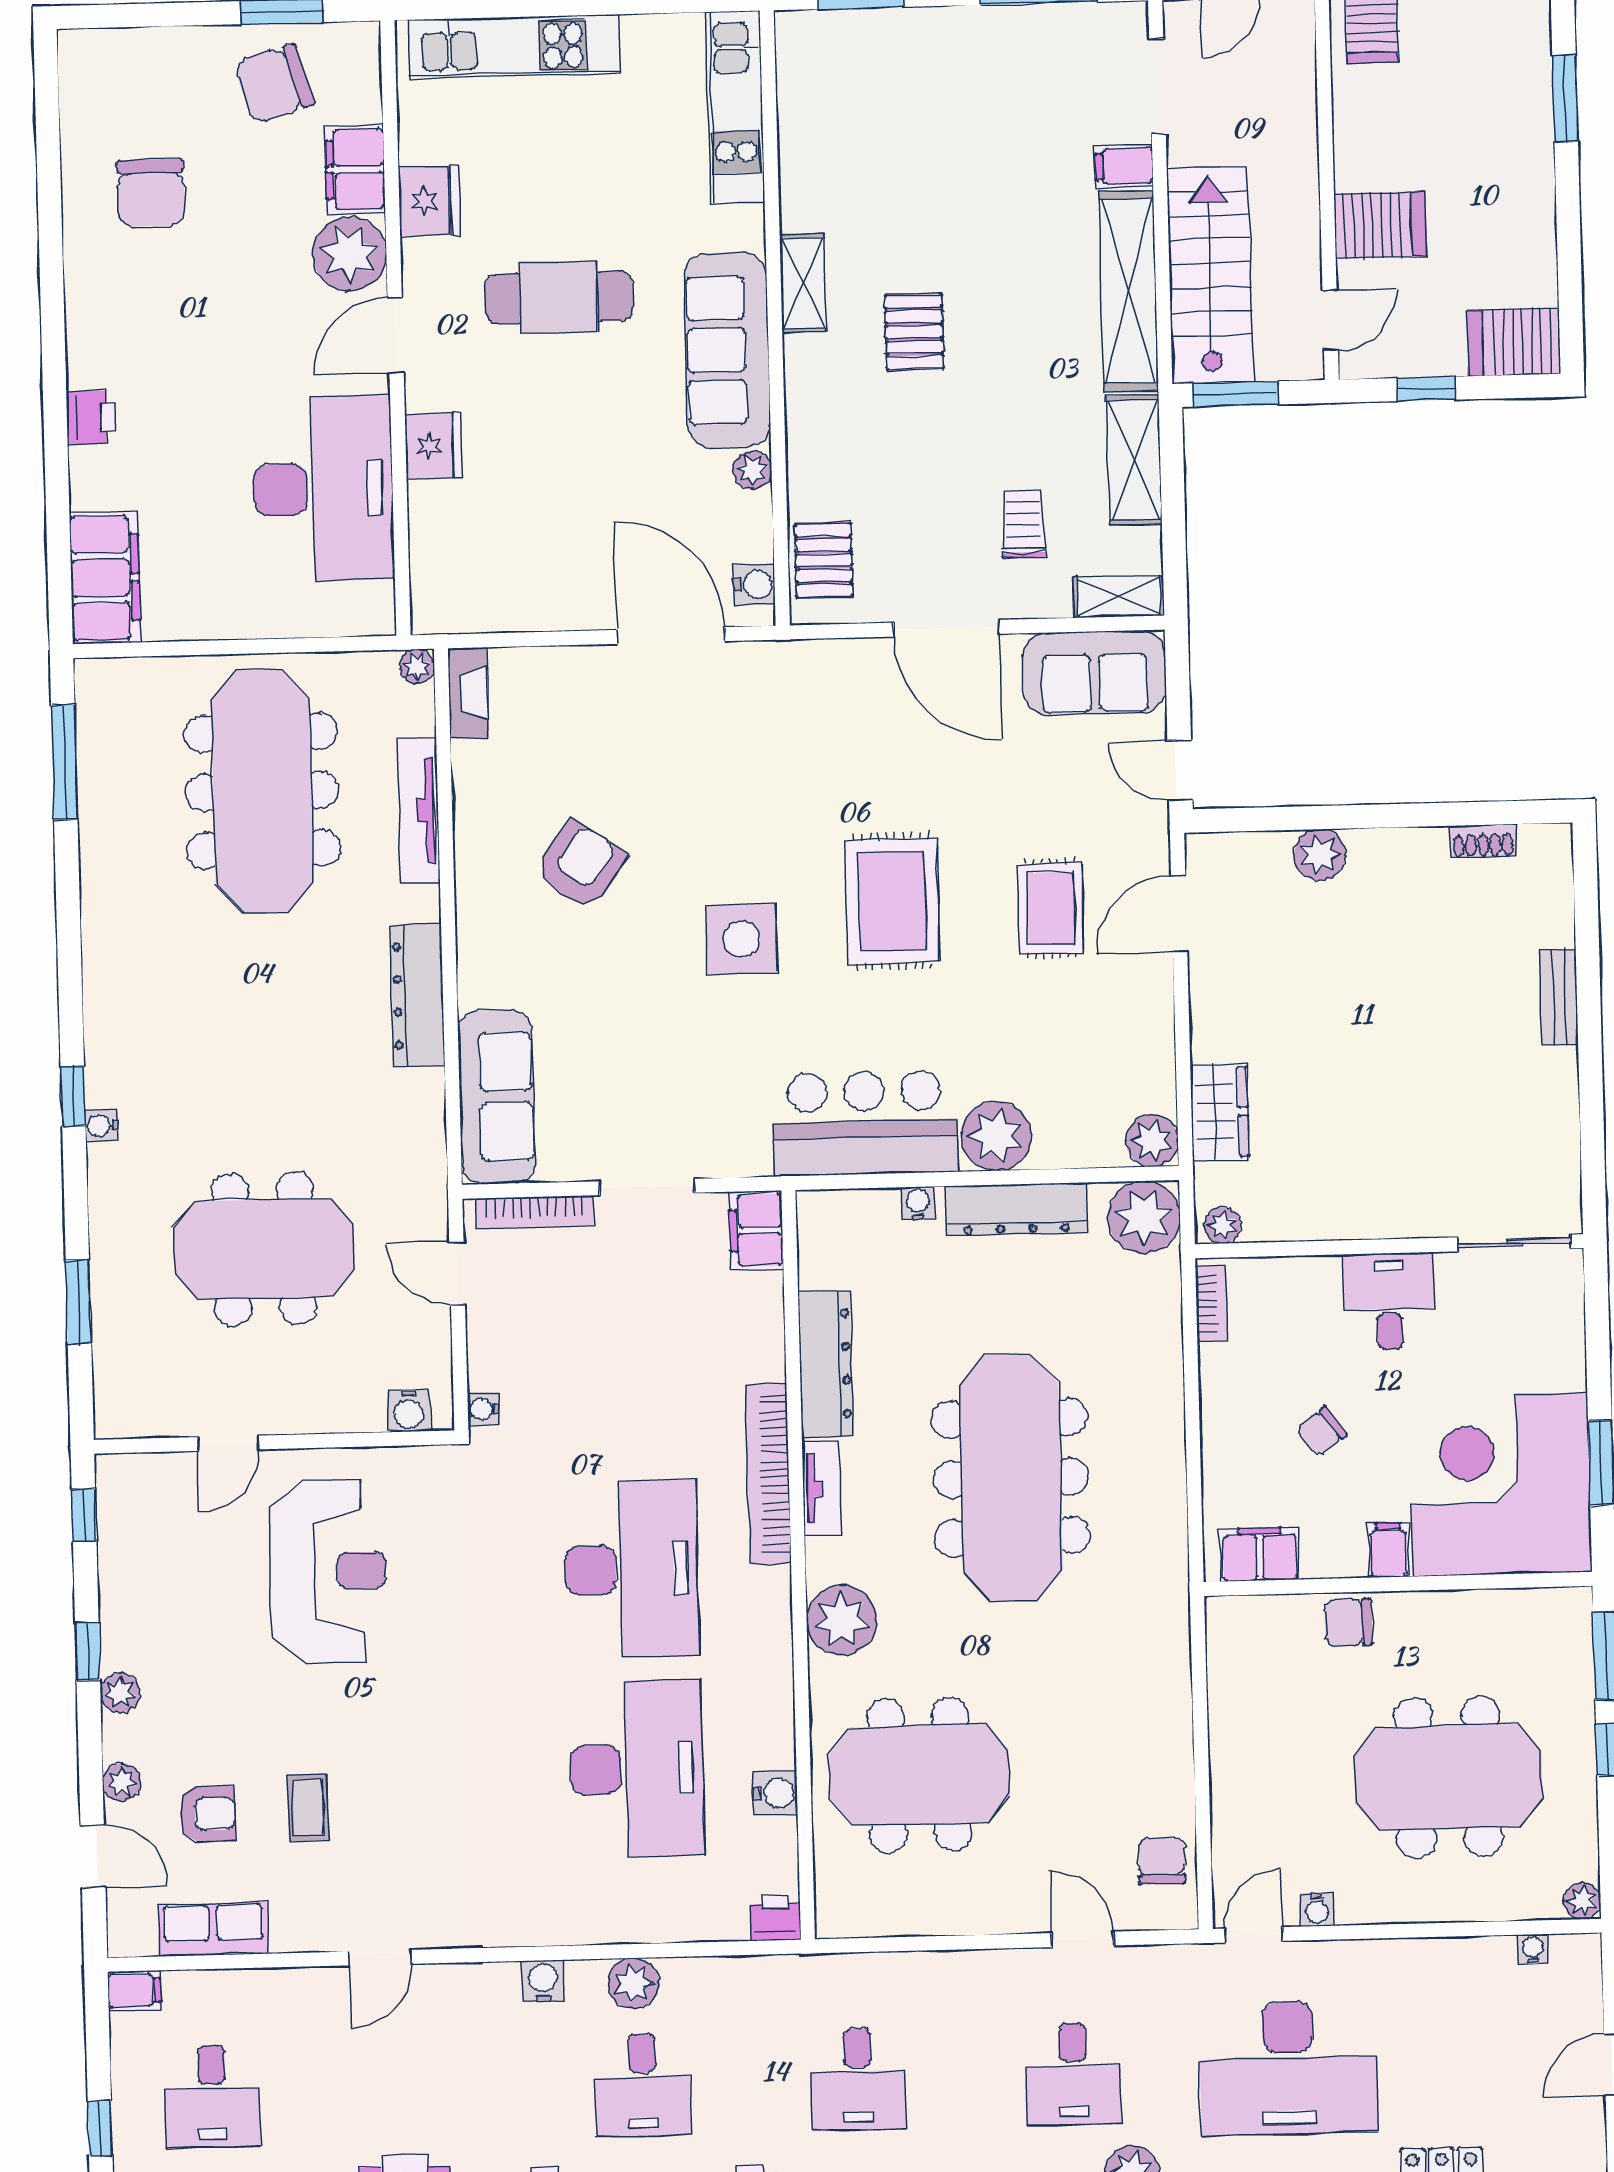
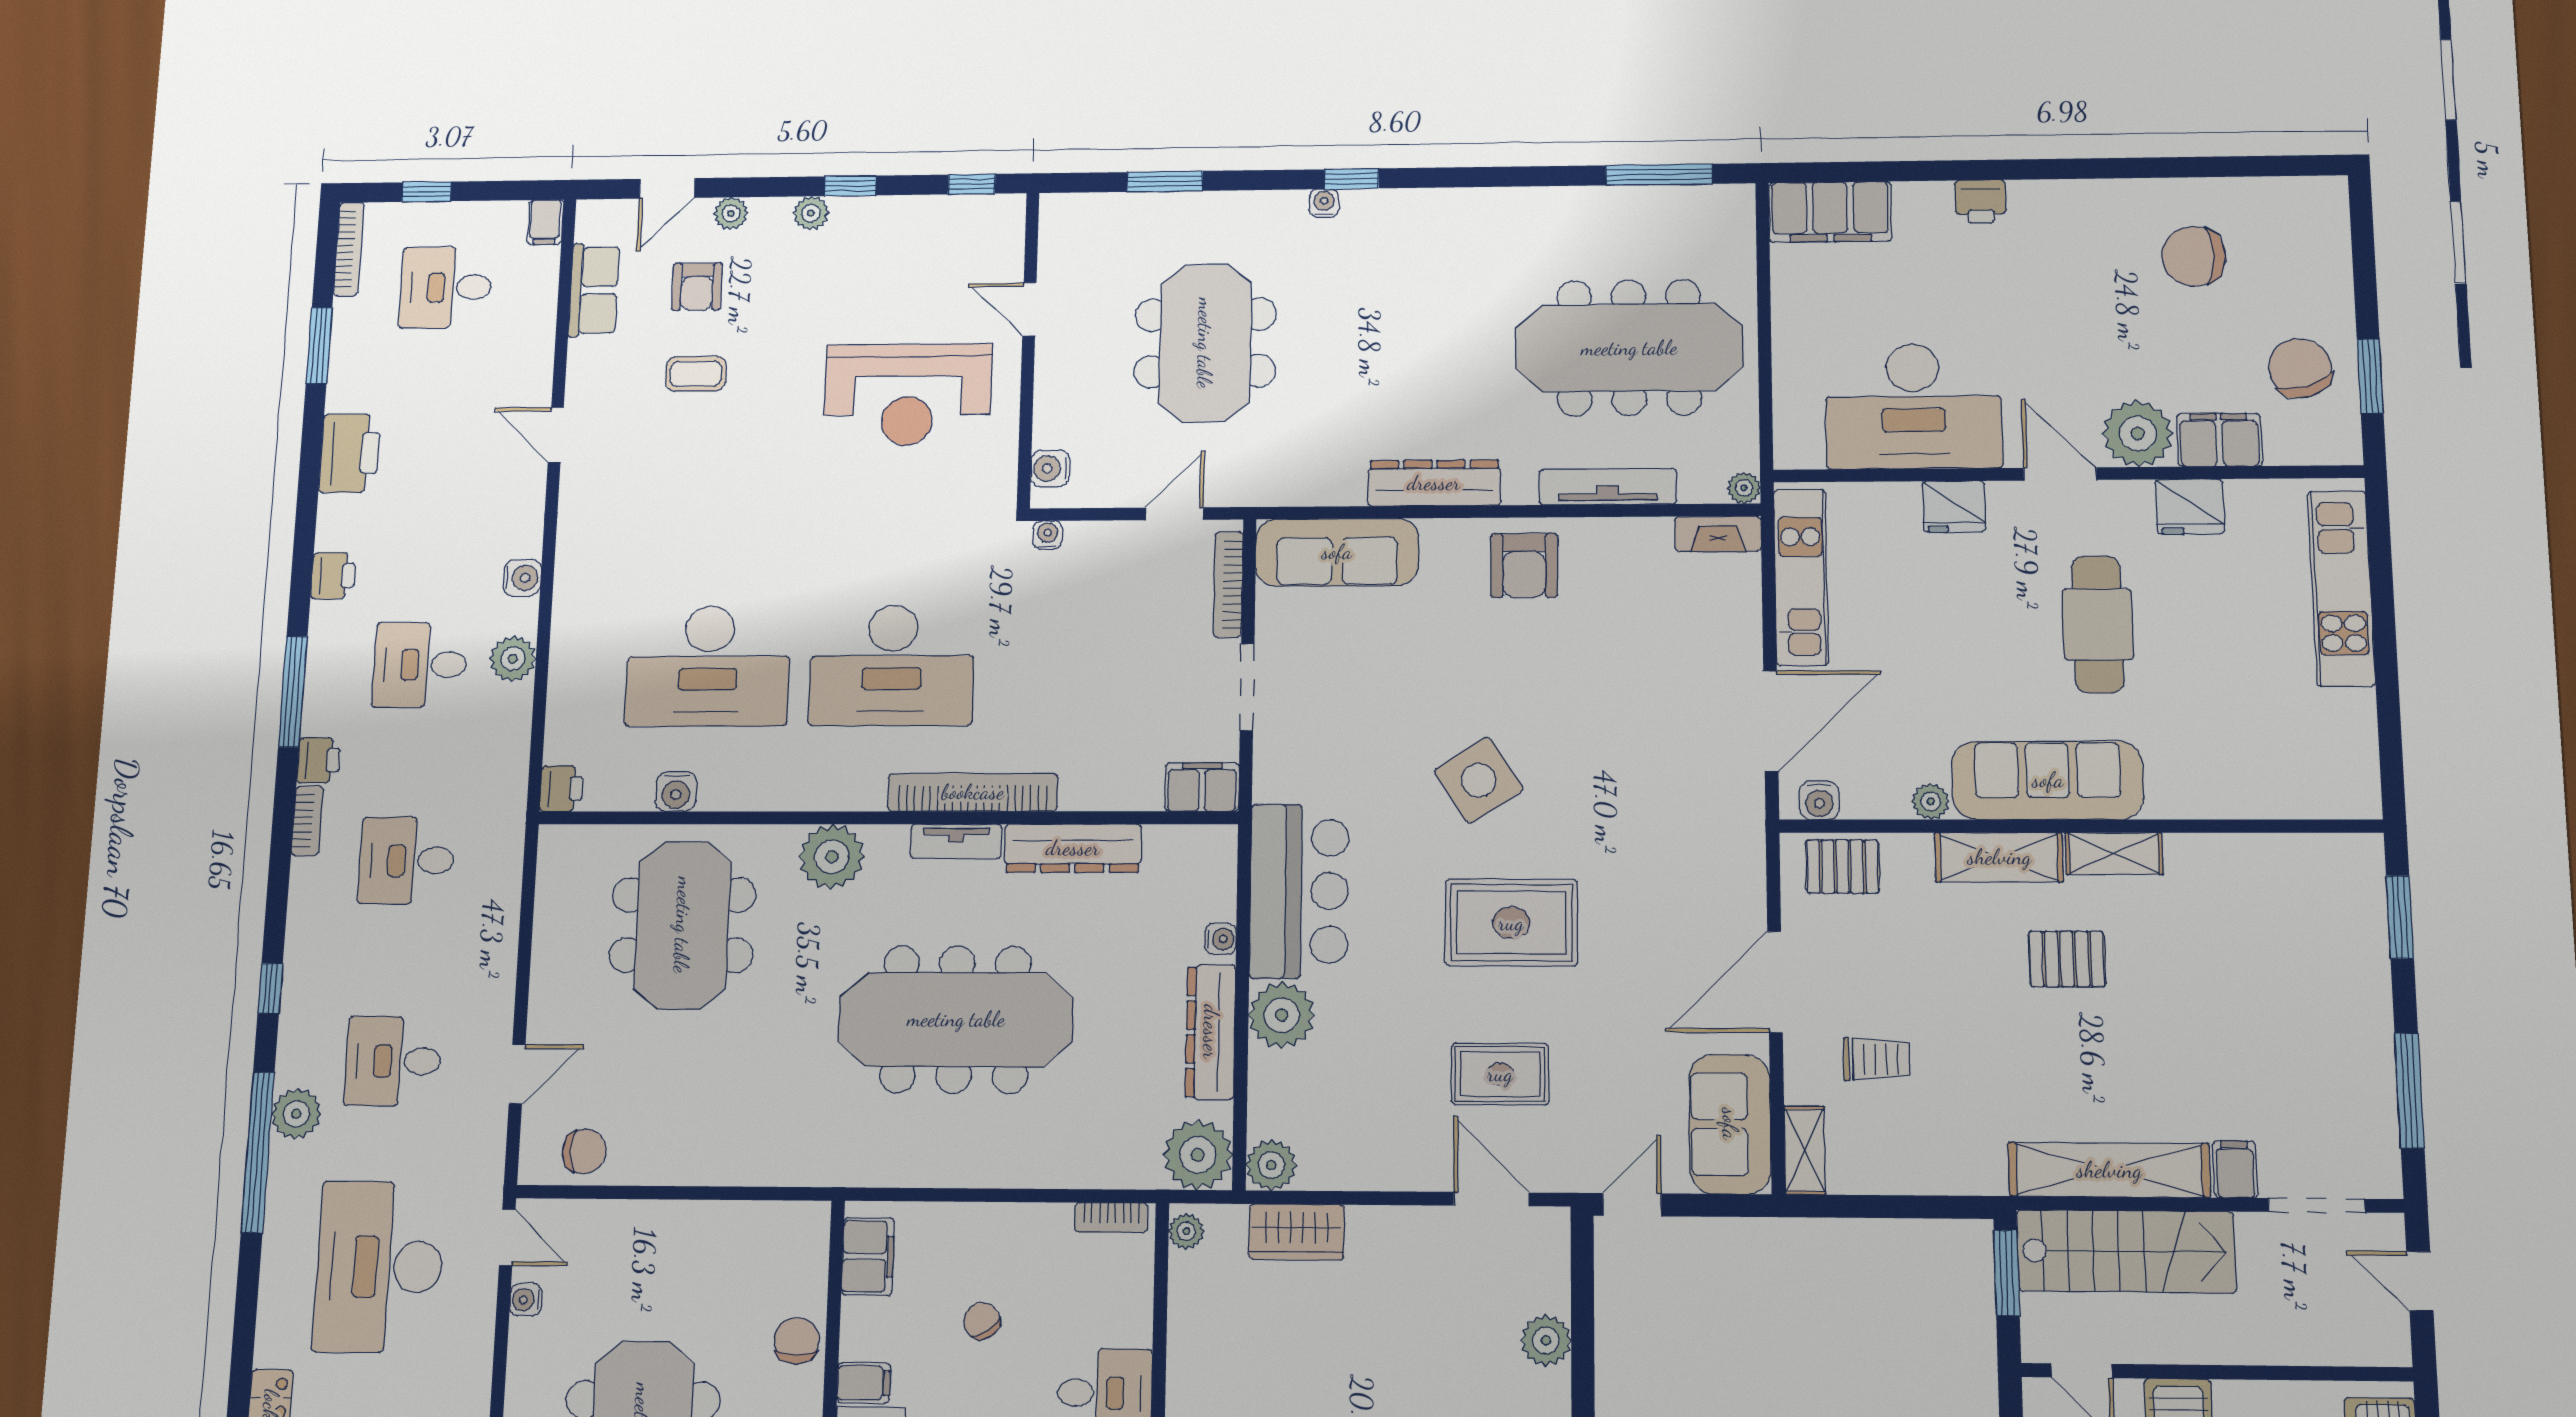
kitchen unit: (735, 108) -> (1801, 577), moved, turned 90
shelving: (1134, 460) -> (1999, 857), moved
armchair: (580, 865) -> (1524, 565), moved, turned 55
side table: (742, 939) -> (1479, 780), turned -33

